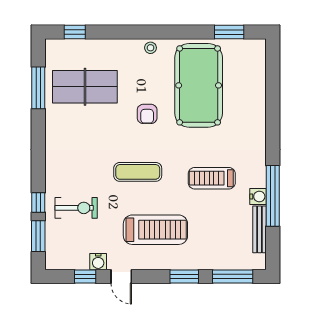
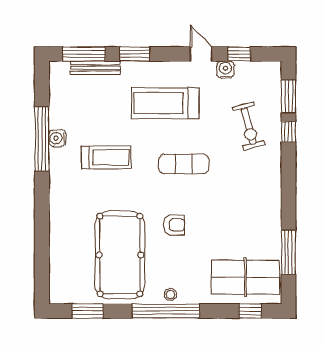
window: (155, 32) -> (166, 311), added
table tennis table: (85, 87) -> (246, 277), moved
armchair: (147, 114) -> (174, 225), turned 90
exercise bike: (76, 208) -> (249, 126), turned -105
bench: (259, 229) -> (95, 68), moved, turned 90

